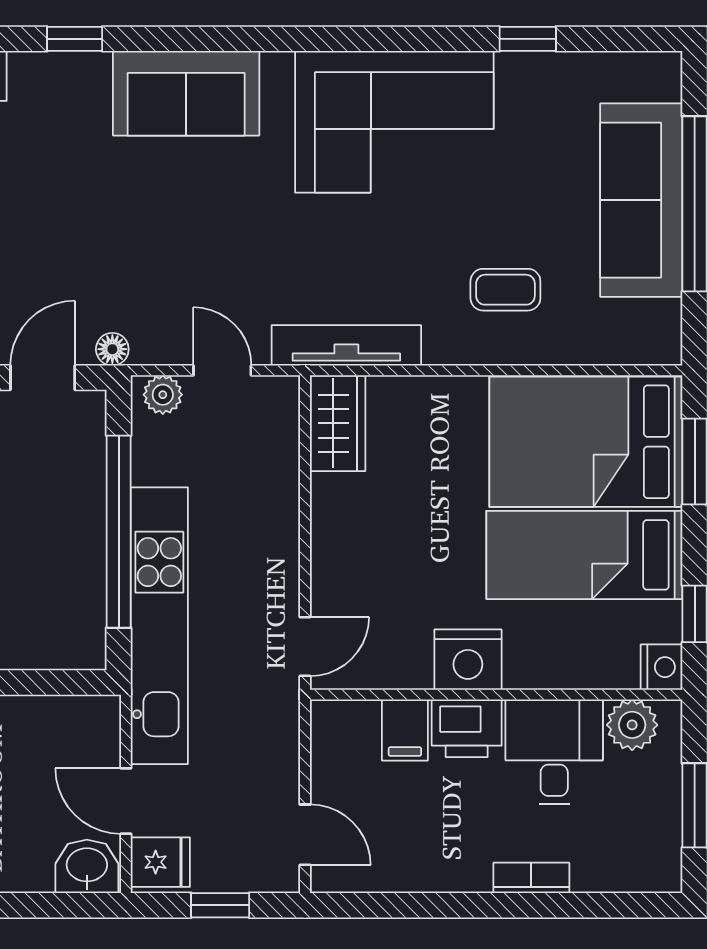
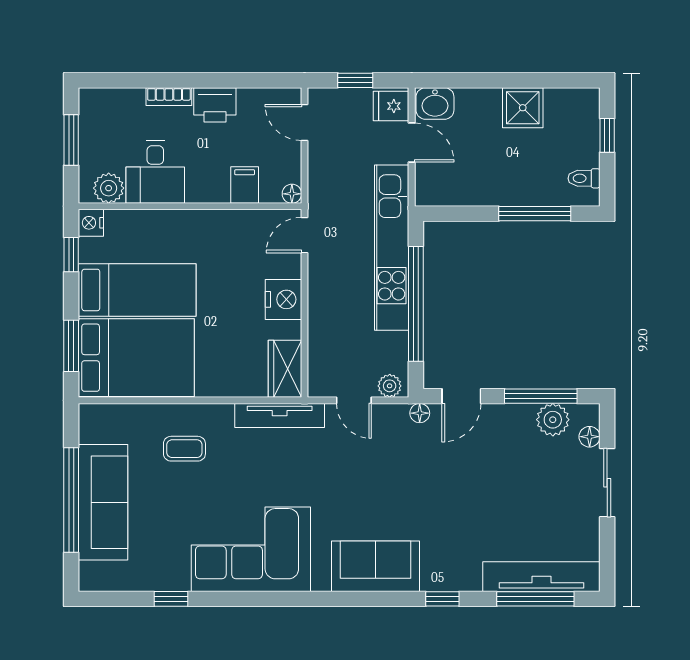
nightstand: (468, 660) -> (283, 299), moved, turned 90
floor lamp: (326, 716) -> (292, 194), added
printer: (467, 728) -> (215, 105), moved, turned 180

